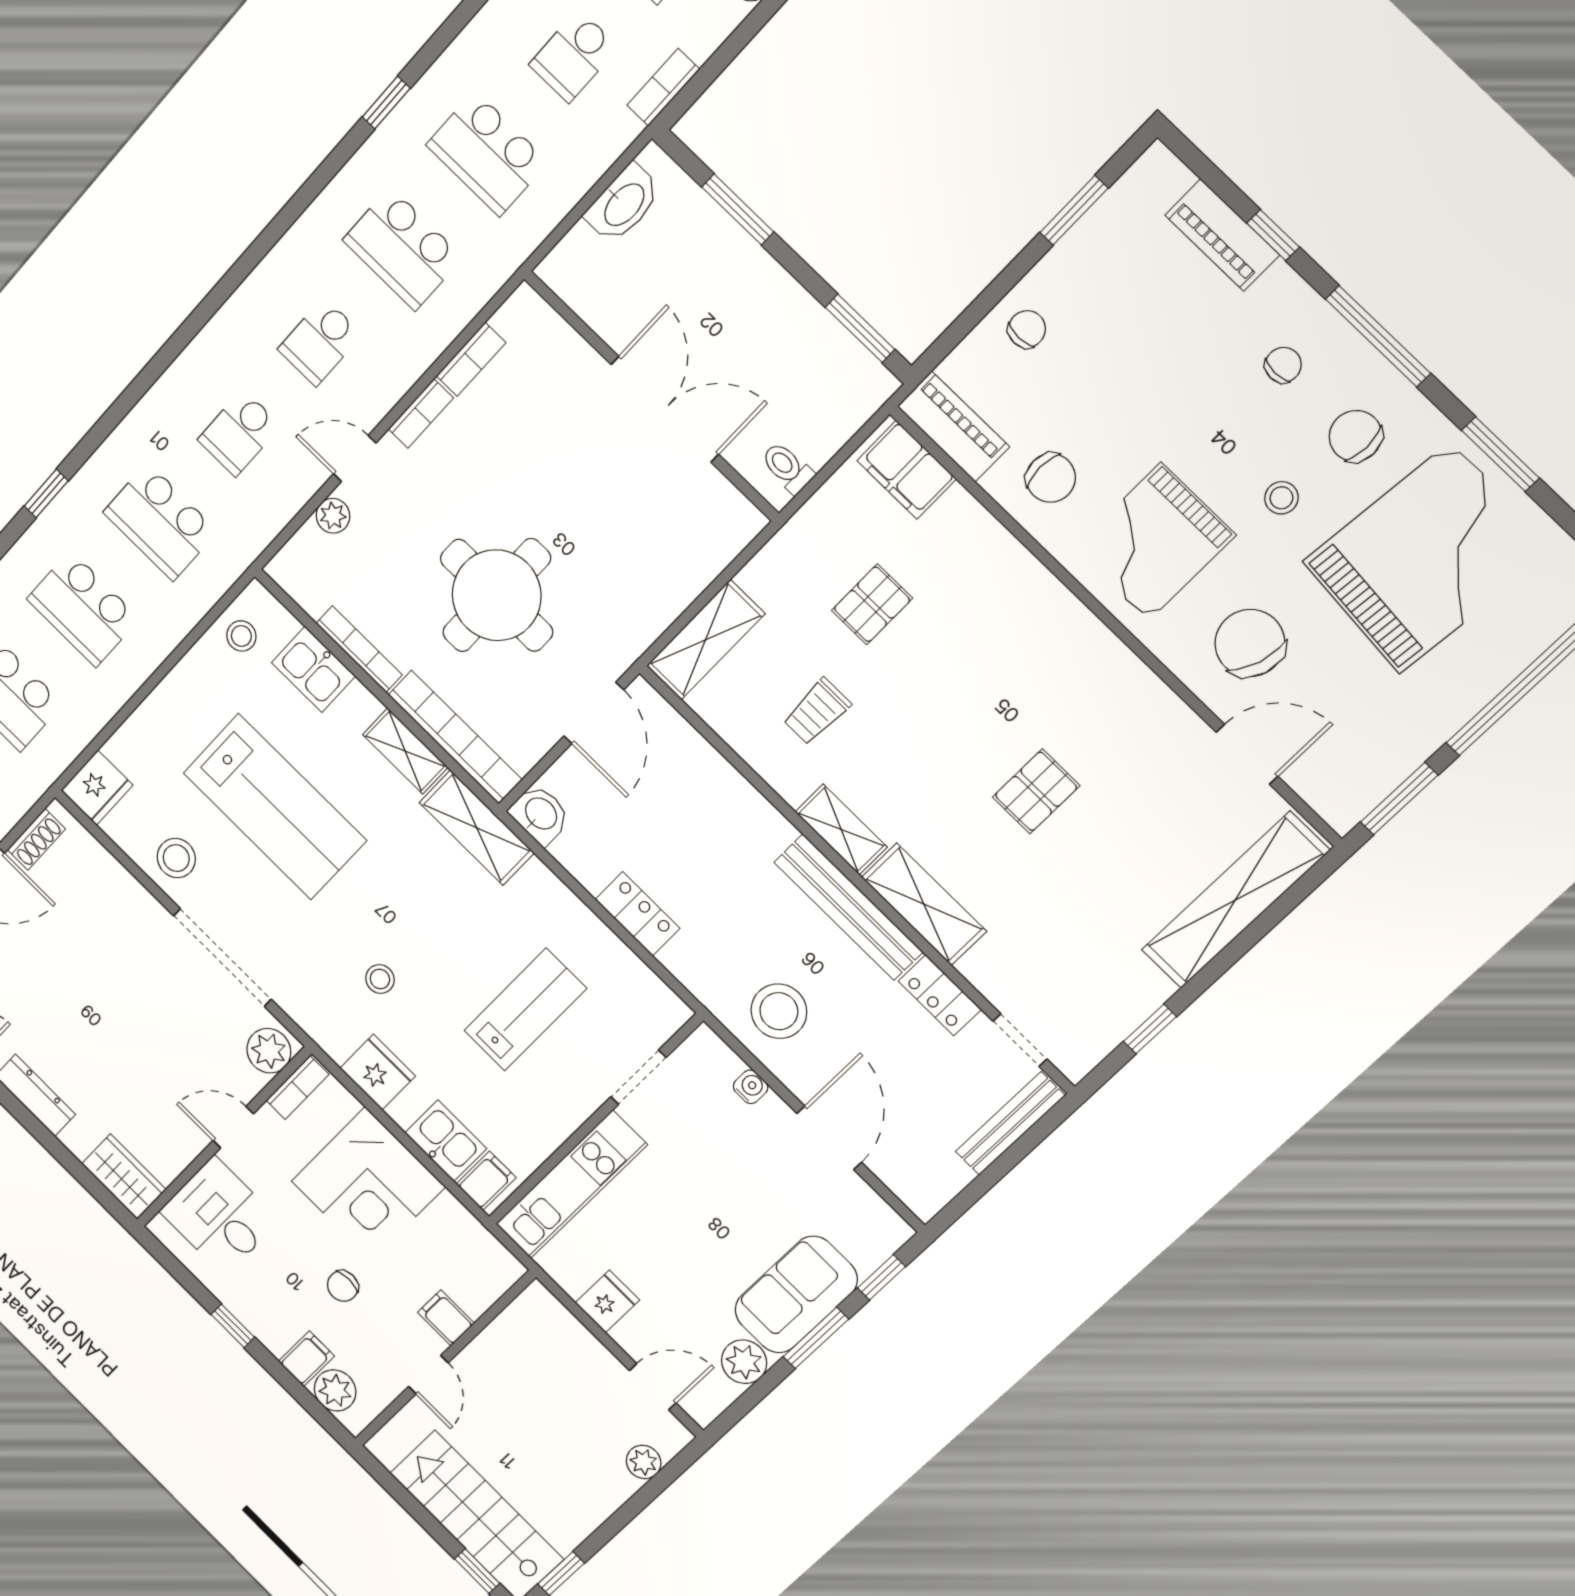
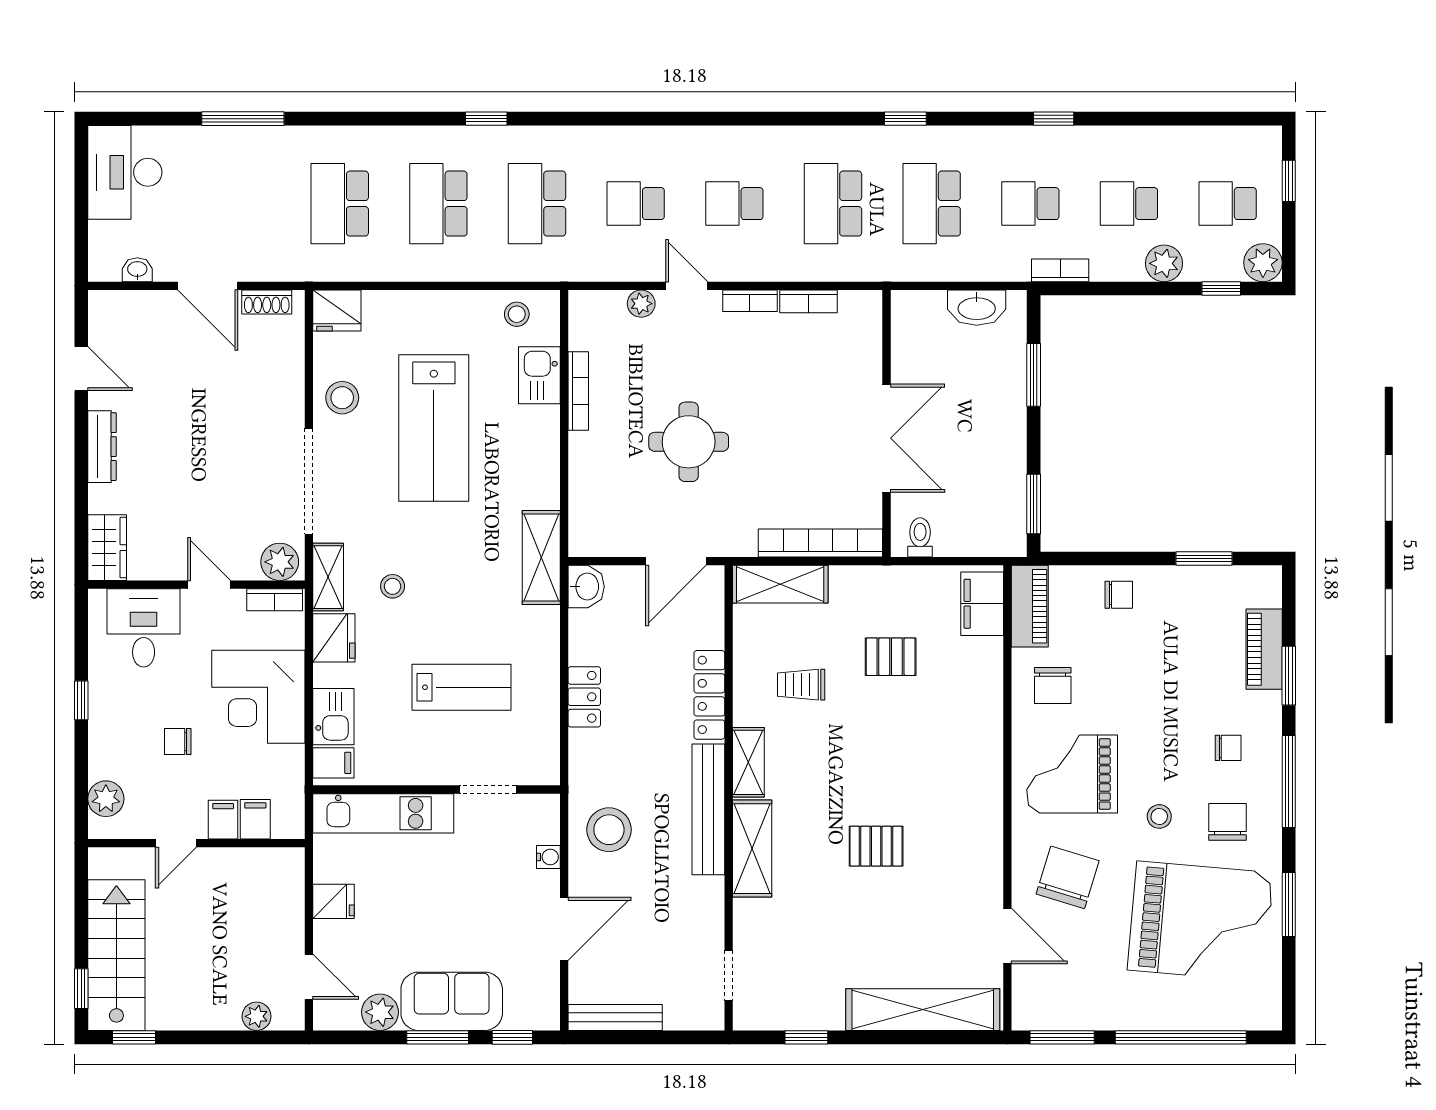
window: (1273, 235) -> (1289, 676), width x1.50
round table: (497, 595) -> (689, 442), width x0.73, depth x0.73
bookcase: (455, 737) -> (820, 543), moved, turned -90
shelving: (405, 751) -> (328, 577), moved
locker: (940, 995) -> (709, 695), moved, width x1.53
bench: (1010, 1124) -> (615, 1017), moved
filing cabinet: (306, 1359) -> (255, 819), moved, turned -90

